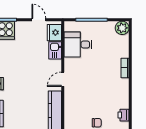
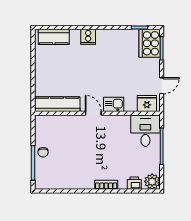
desk: (78, 44) -> (145, 131), moved
kitchen sink: (55, 50) -> (114, 104), moved
printer: (123, 115) -> (134, 183), moved

